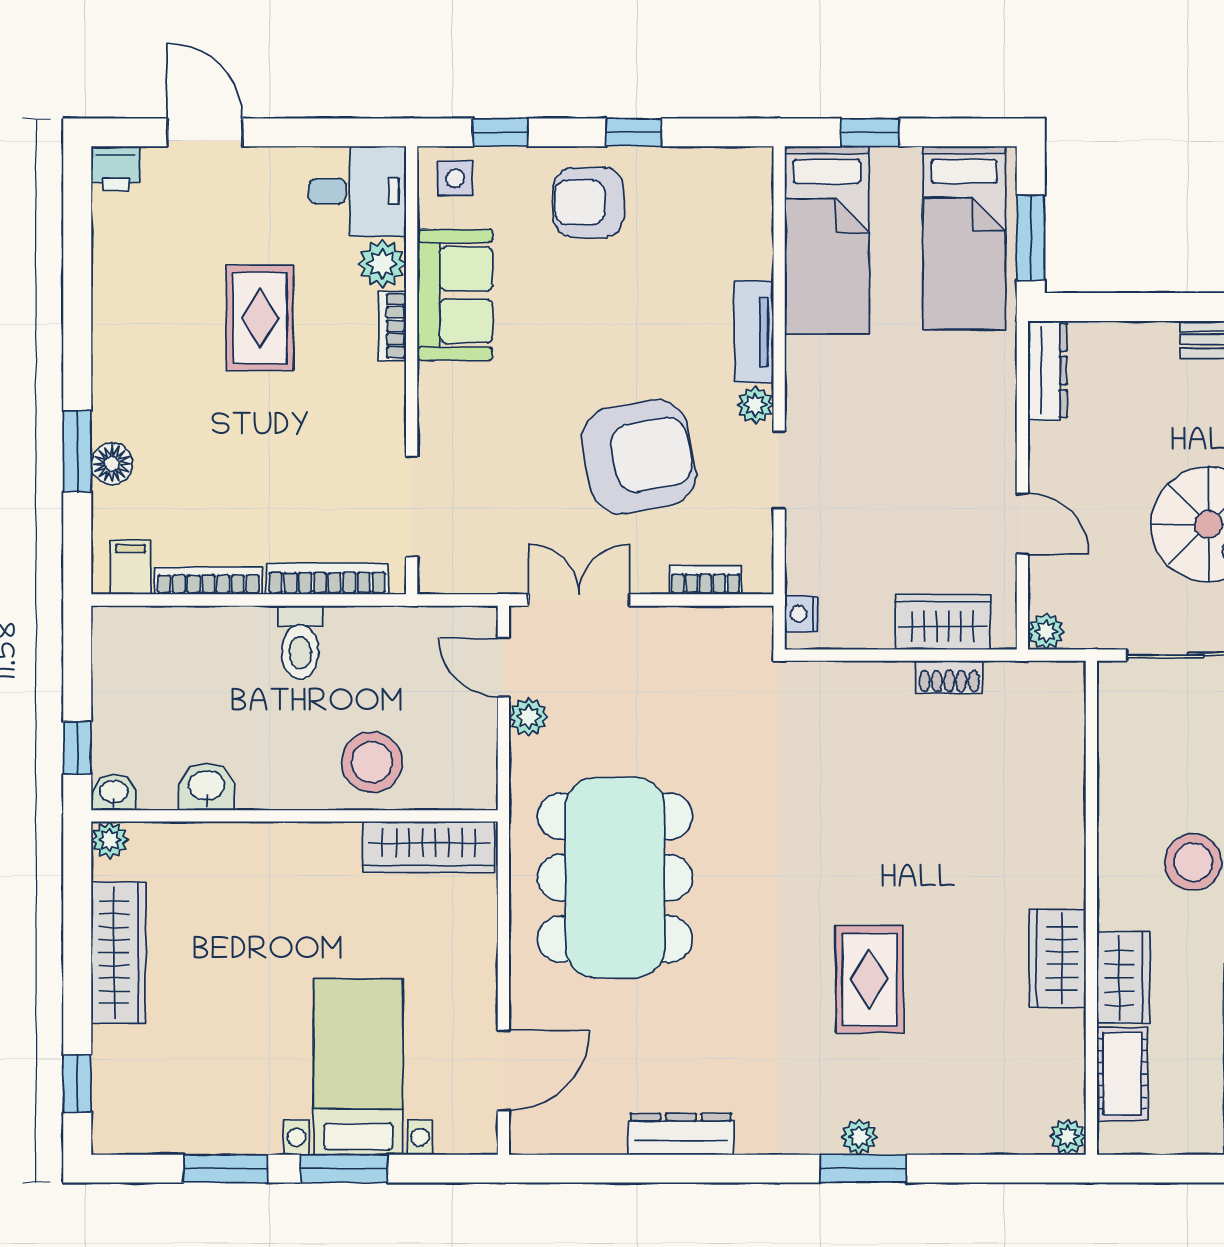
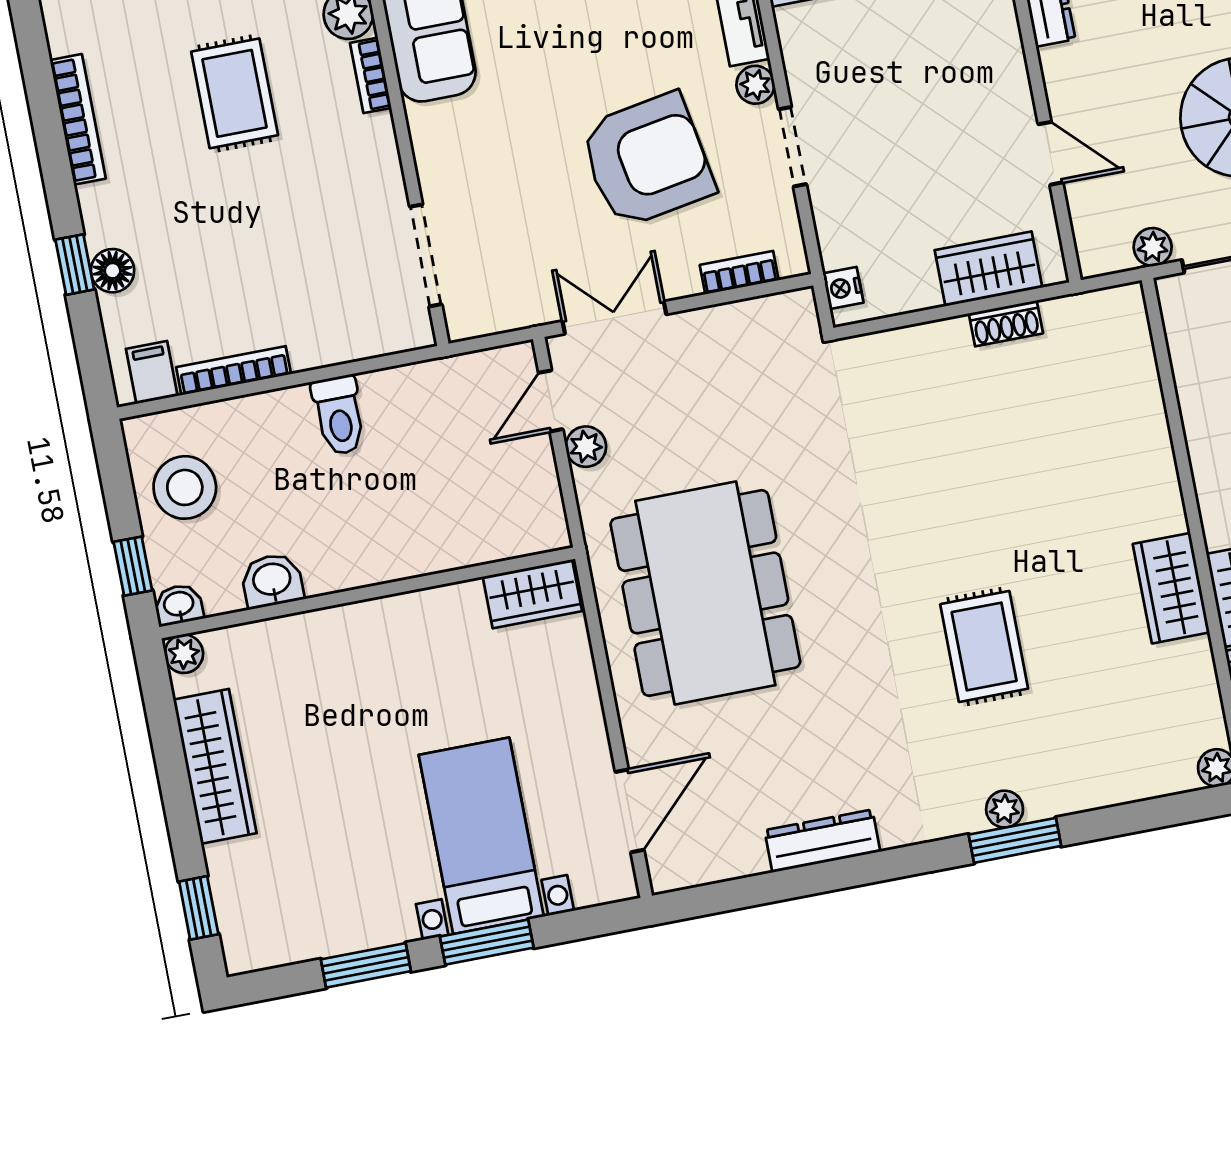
window: (77, 451) -> (75, 265), width x0.67
bookcase: (327, 579) -> (78, 119), moved, turned 90
plant: (1046, 631) -> (1153, 247), moved
door: (503, 667) -> (551, 401), hinge flipped
stool: (372, 762) -> (185, 487), moved
wardrobe: (429, 847) -> (532, 594), width x0.67

